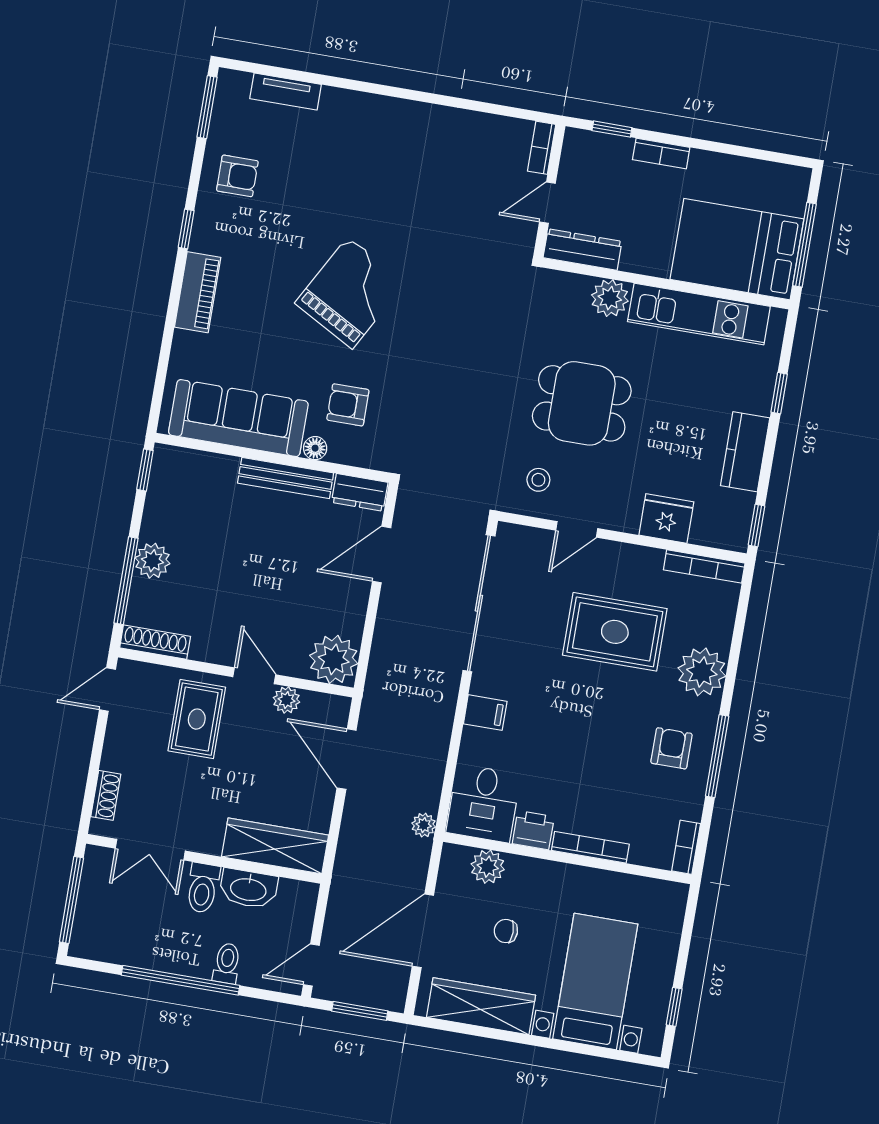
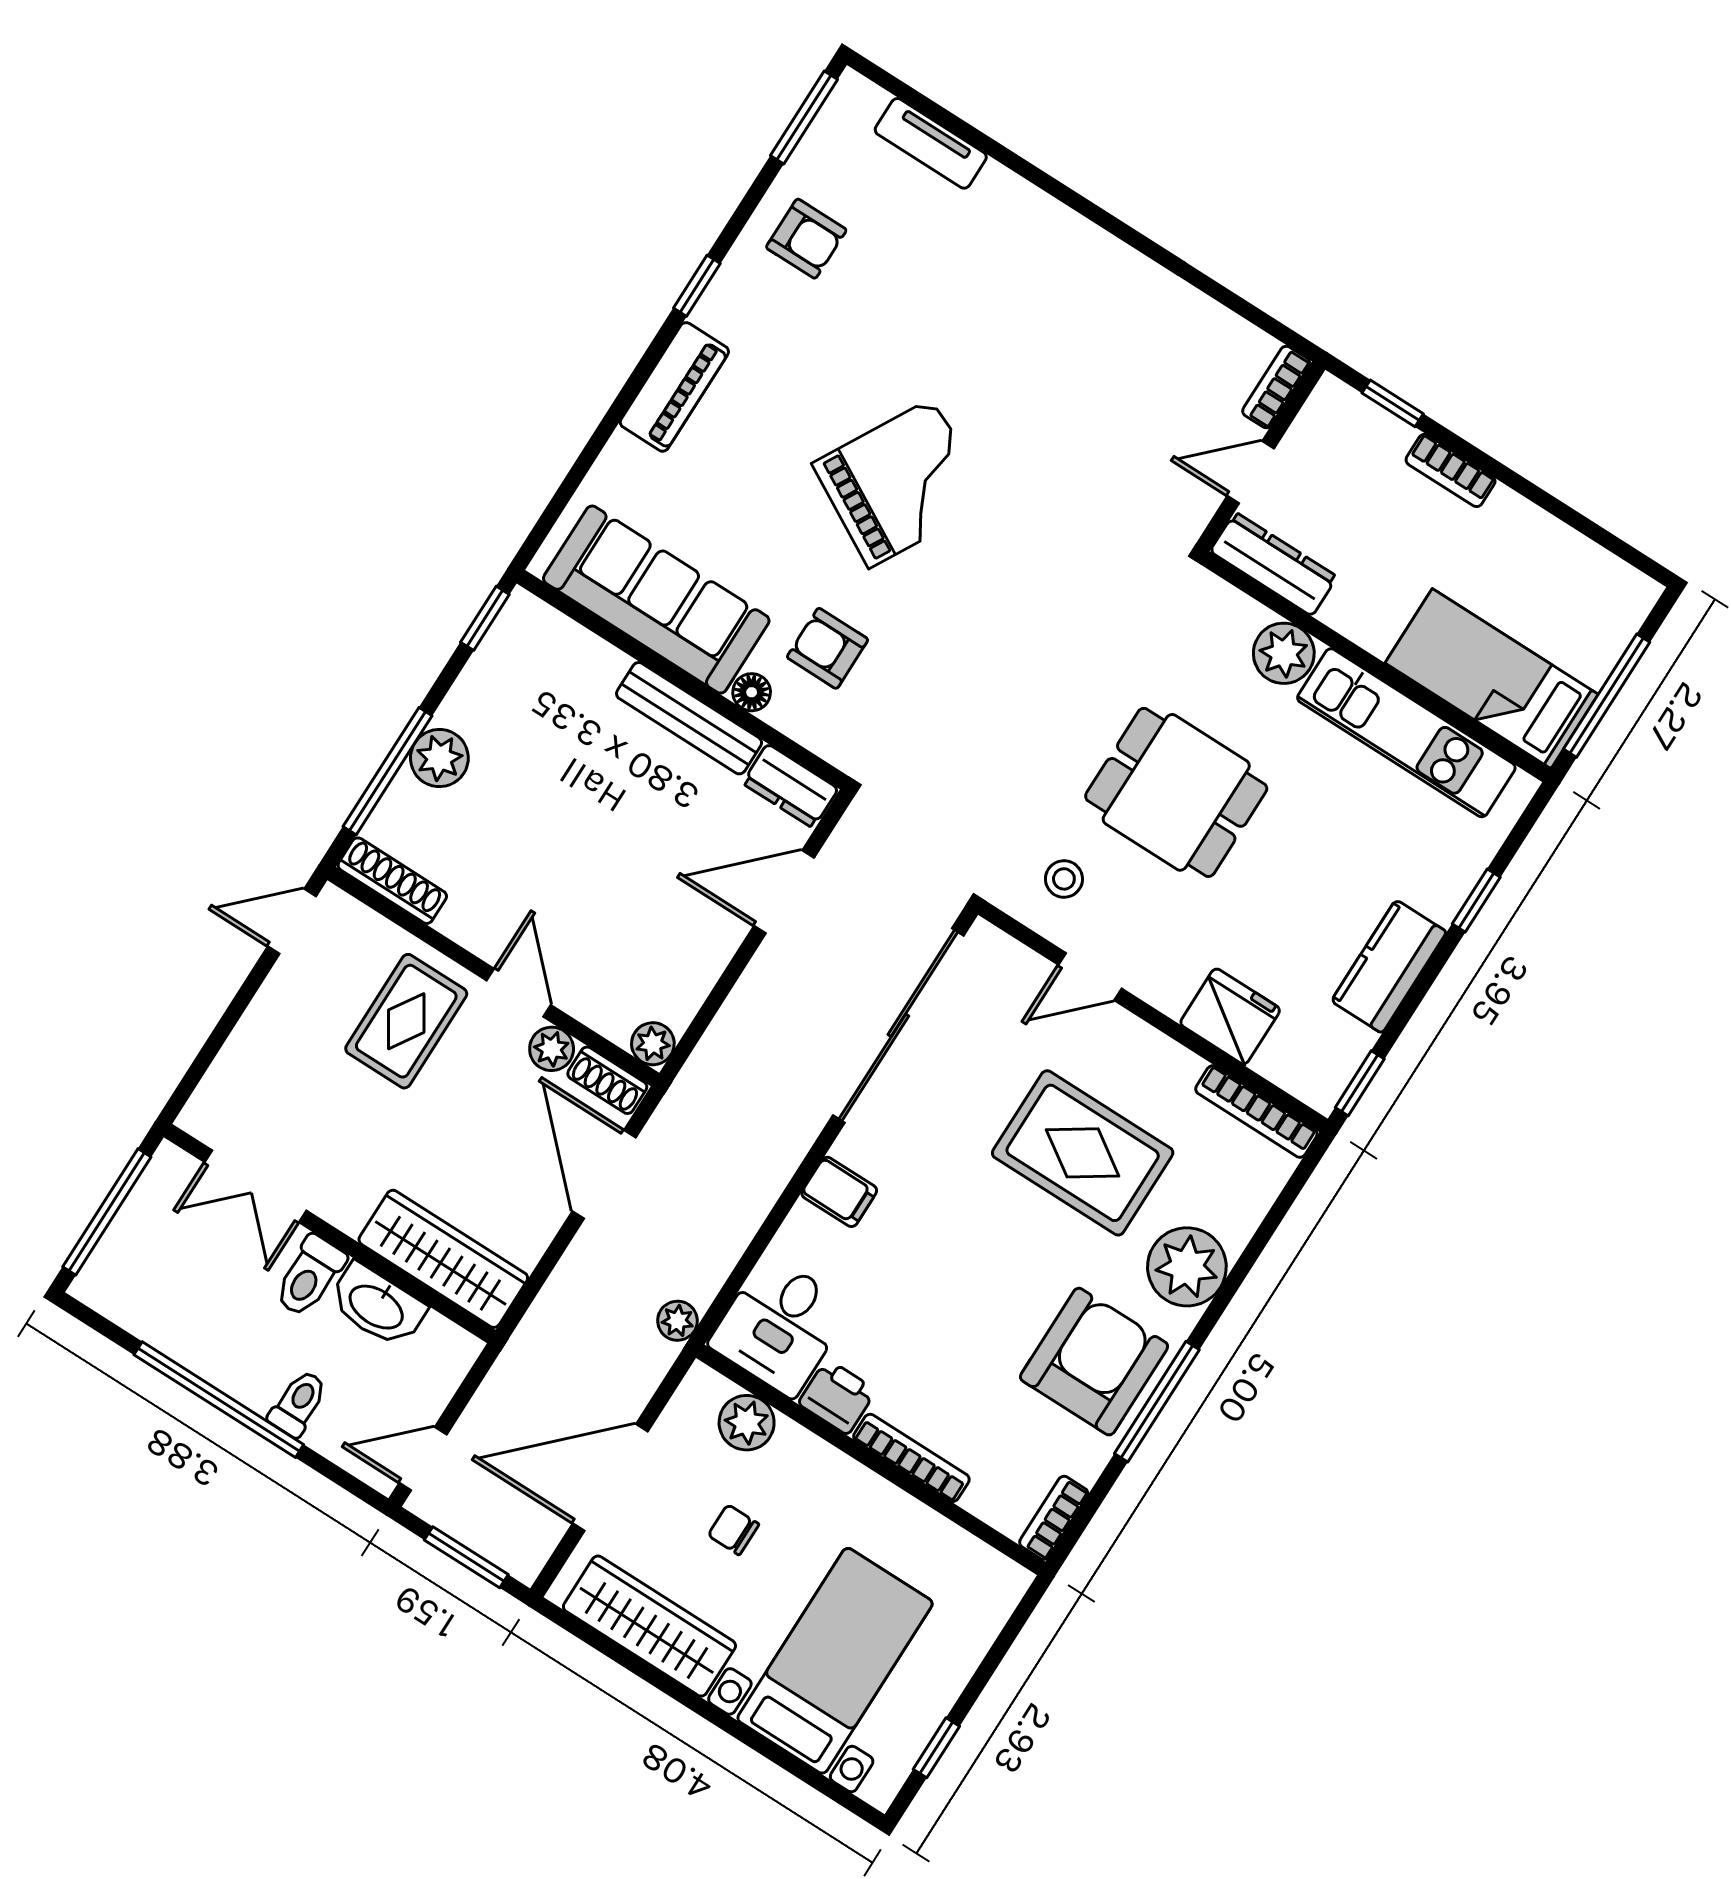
bed: (737, 249) -> (1492, 679), width x0.67
plant: (334, 659) -> (653, 1044), width x0.53, depth x0.53
armchair: (671, 748) -> (1094, 1362), width x1.88, depth x1.88
shoe rack: (106, 795) -> (607, 1080), moved, turned 90

